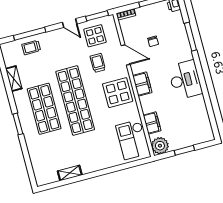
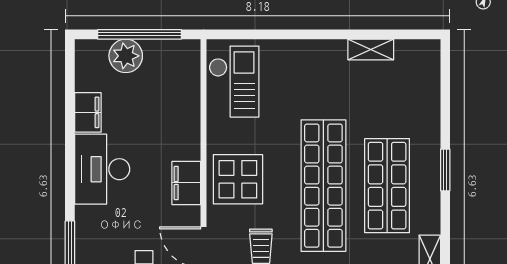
filing cabinet: (152, 123) -> (88, 112), moved, turned 180
plant: (160, 146) -> (126, 56), moved
window: (184, 150) -> (140, 34), width x2.11

